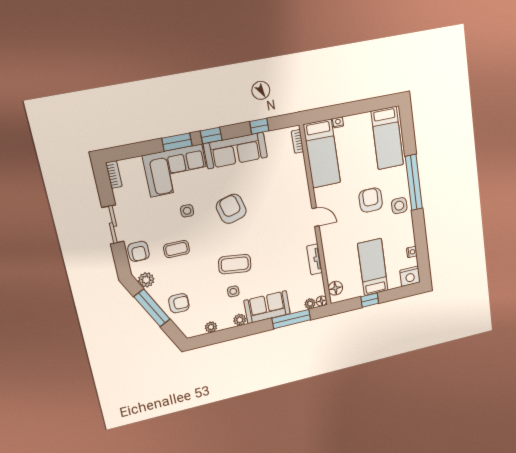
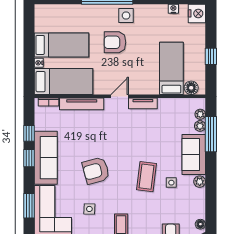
window: (211, 135) -> (29, 158), moved
bed: (387, 138) -> (62, 45), moved
tv unit: (301, 178) -> (82, 104), added
tv unit: (315, 259) -> (143, 103), moved
bed: (373, 267) -> (171, 68), moved, turned 90
floor lamp: (322, 301) -> (200, 224), moved
plant: (211, 327) -> (200, 126), moved

